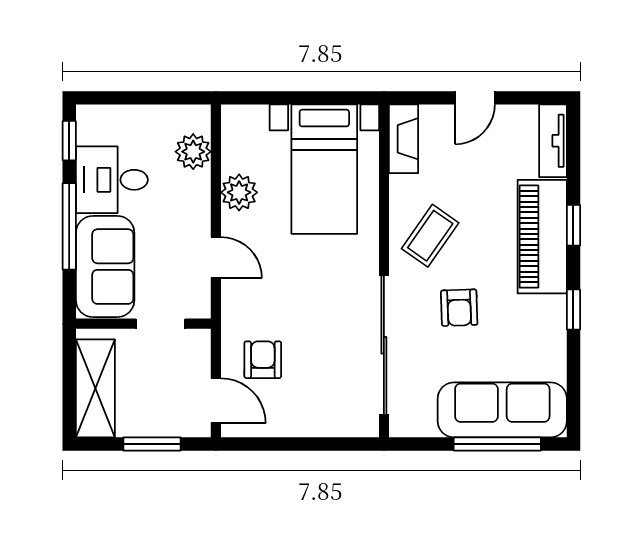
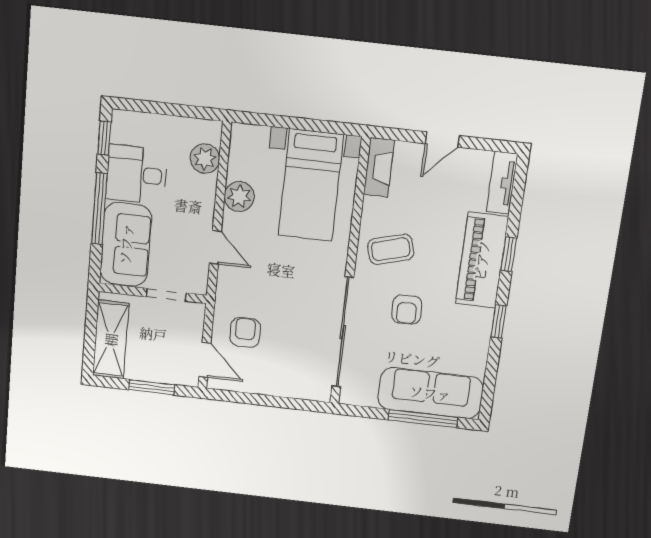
coffee table: (430, 236) -> (391, 249), turned 40

